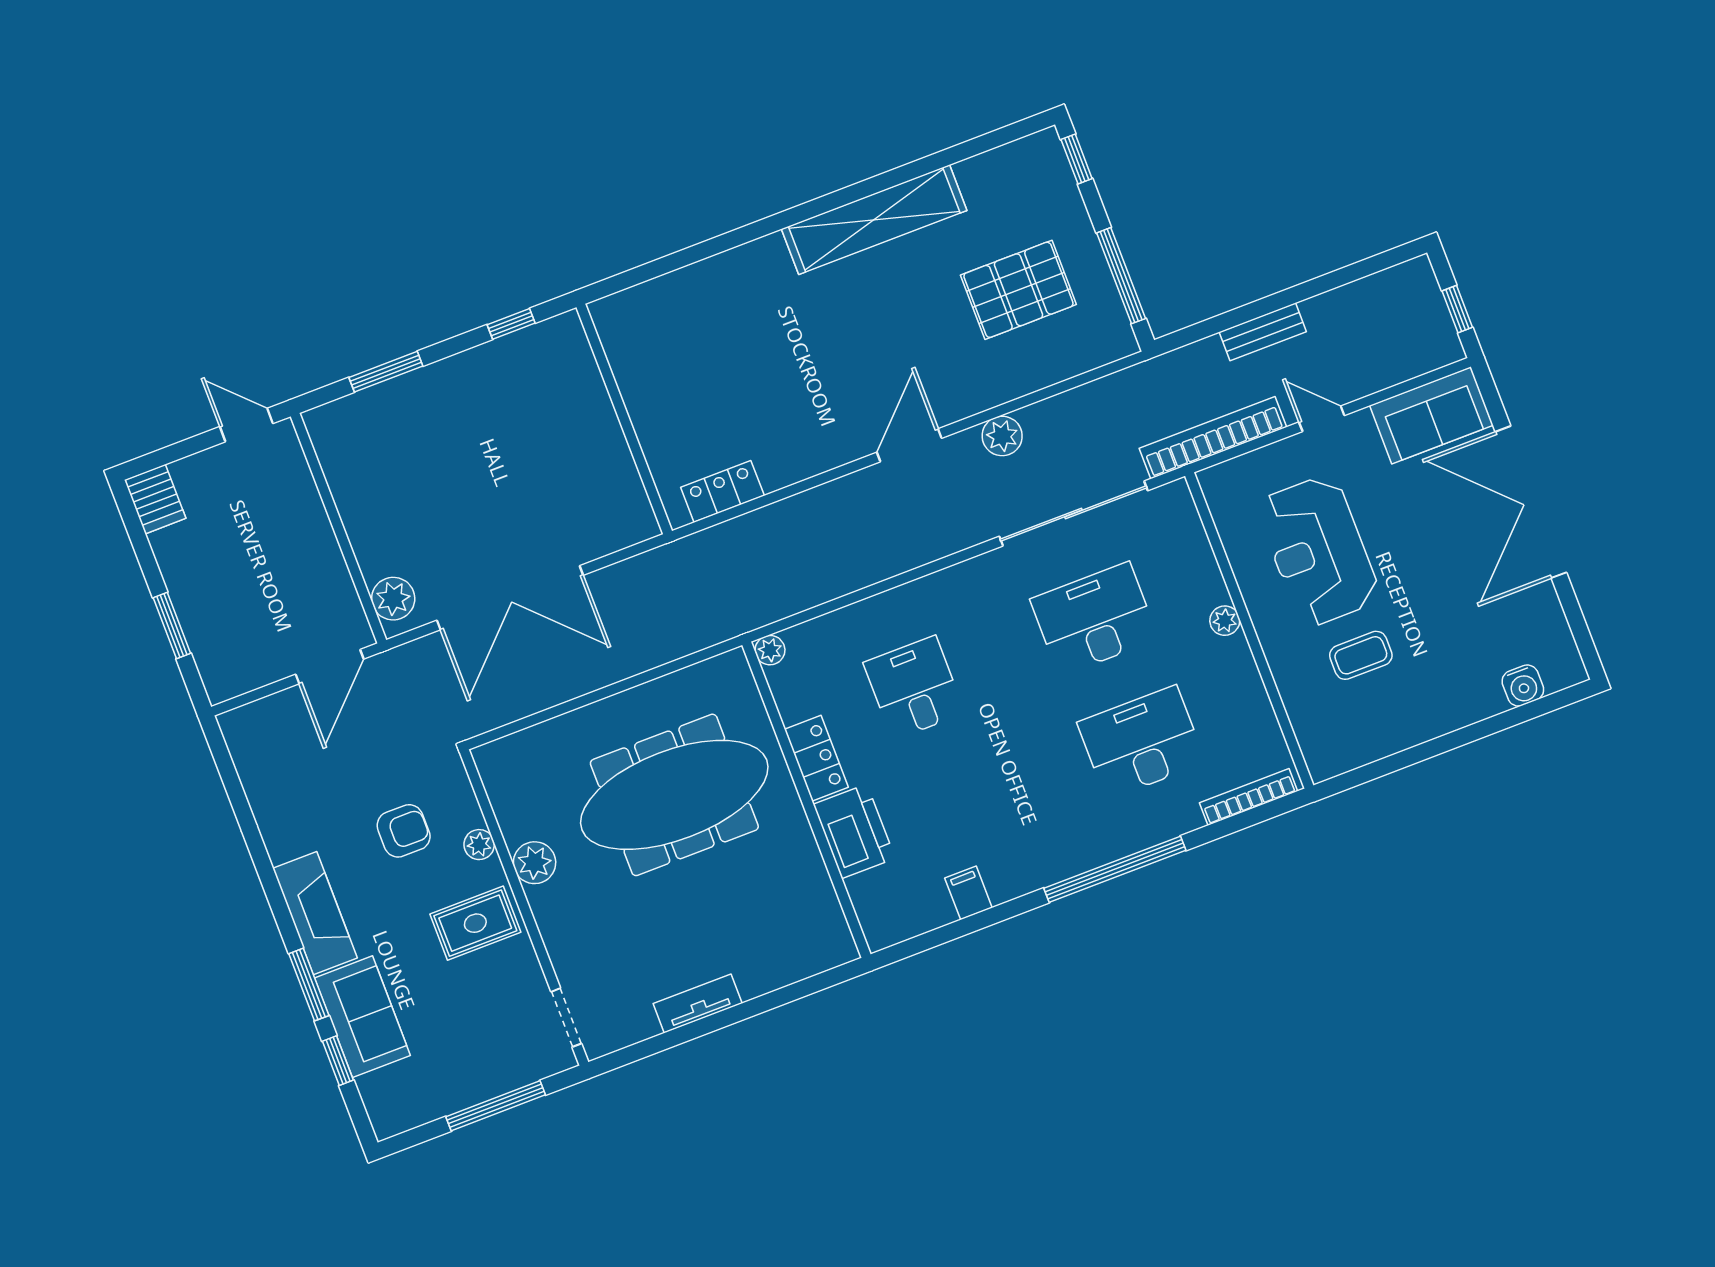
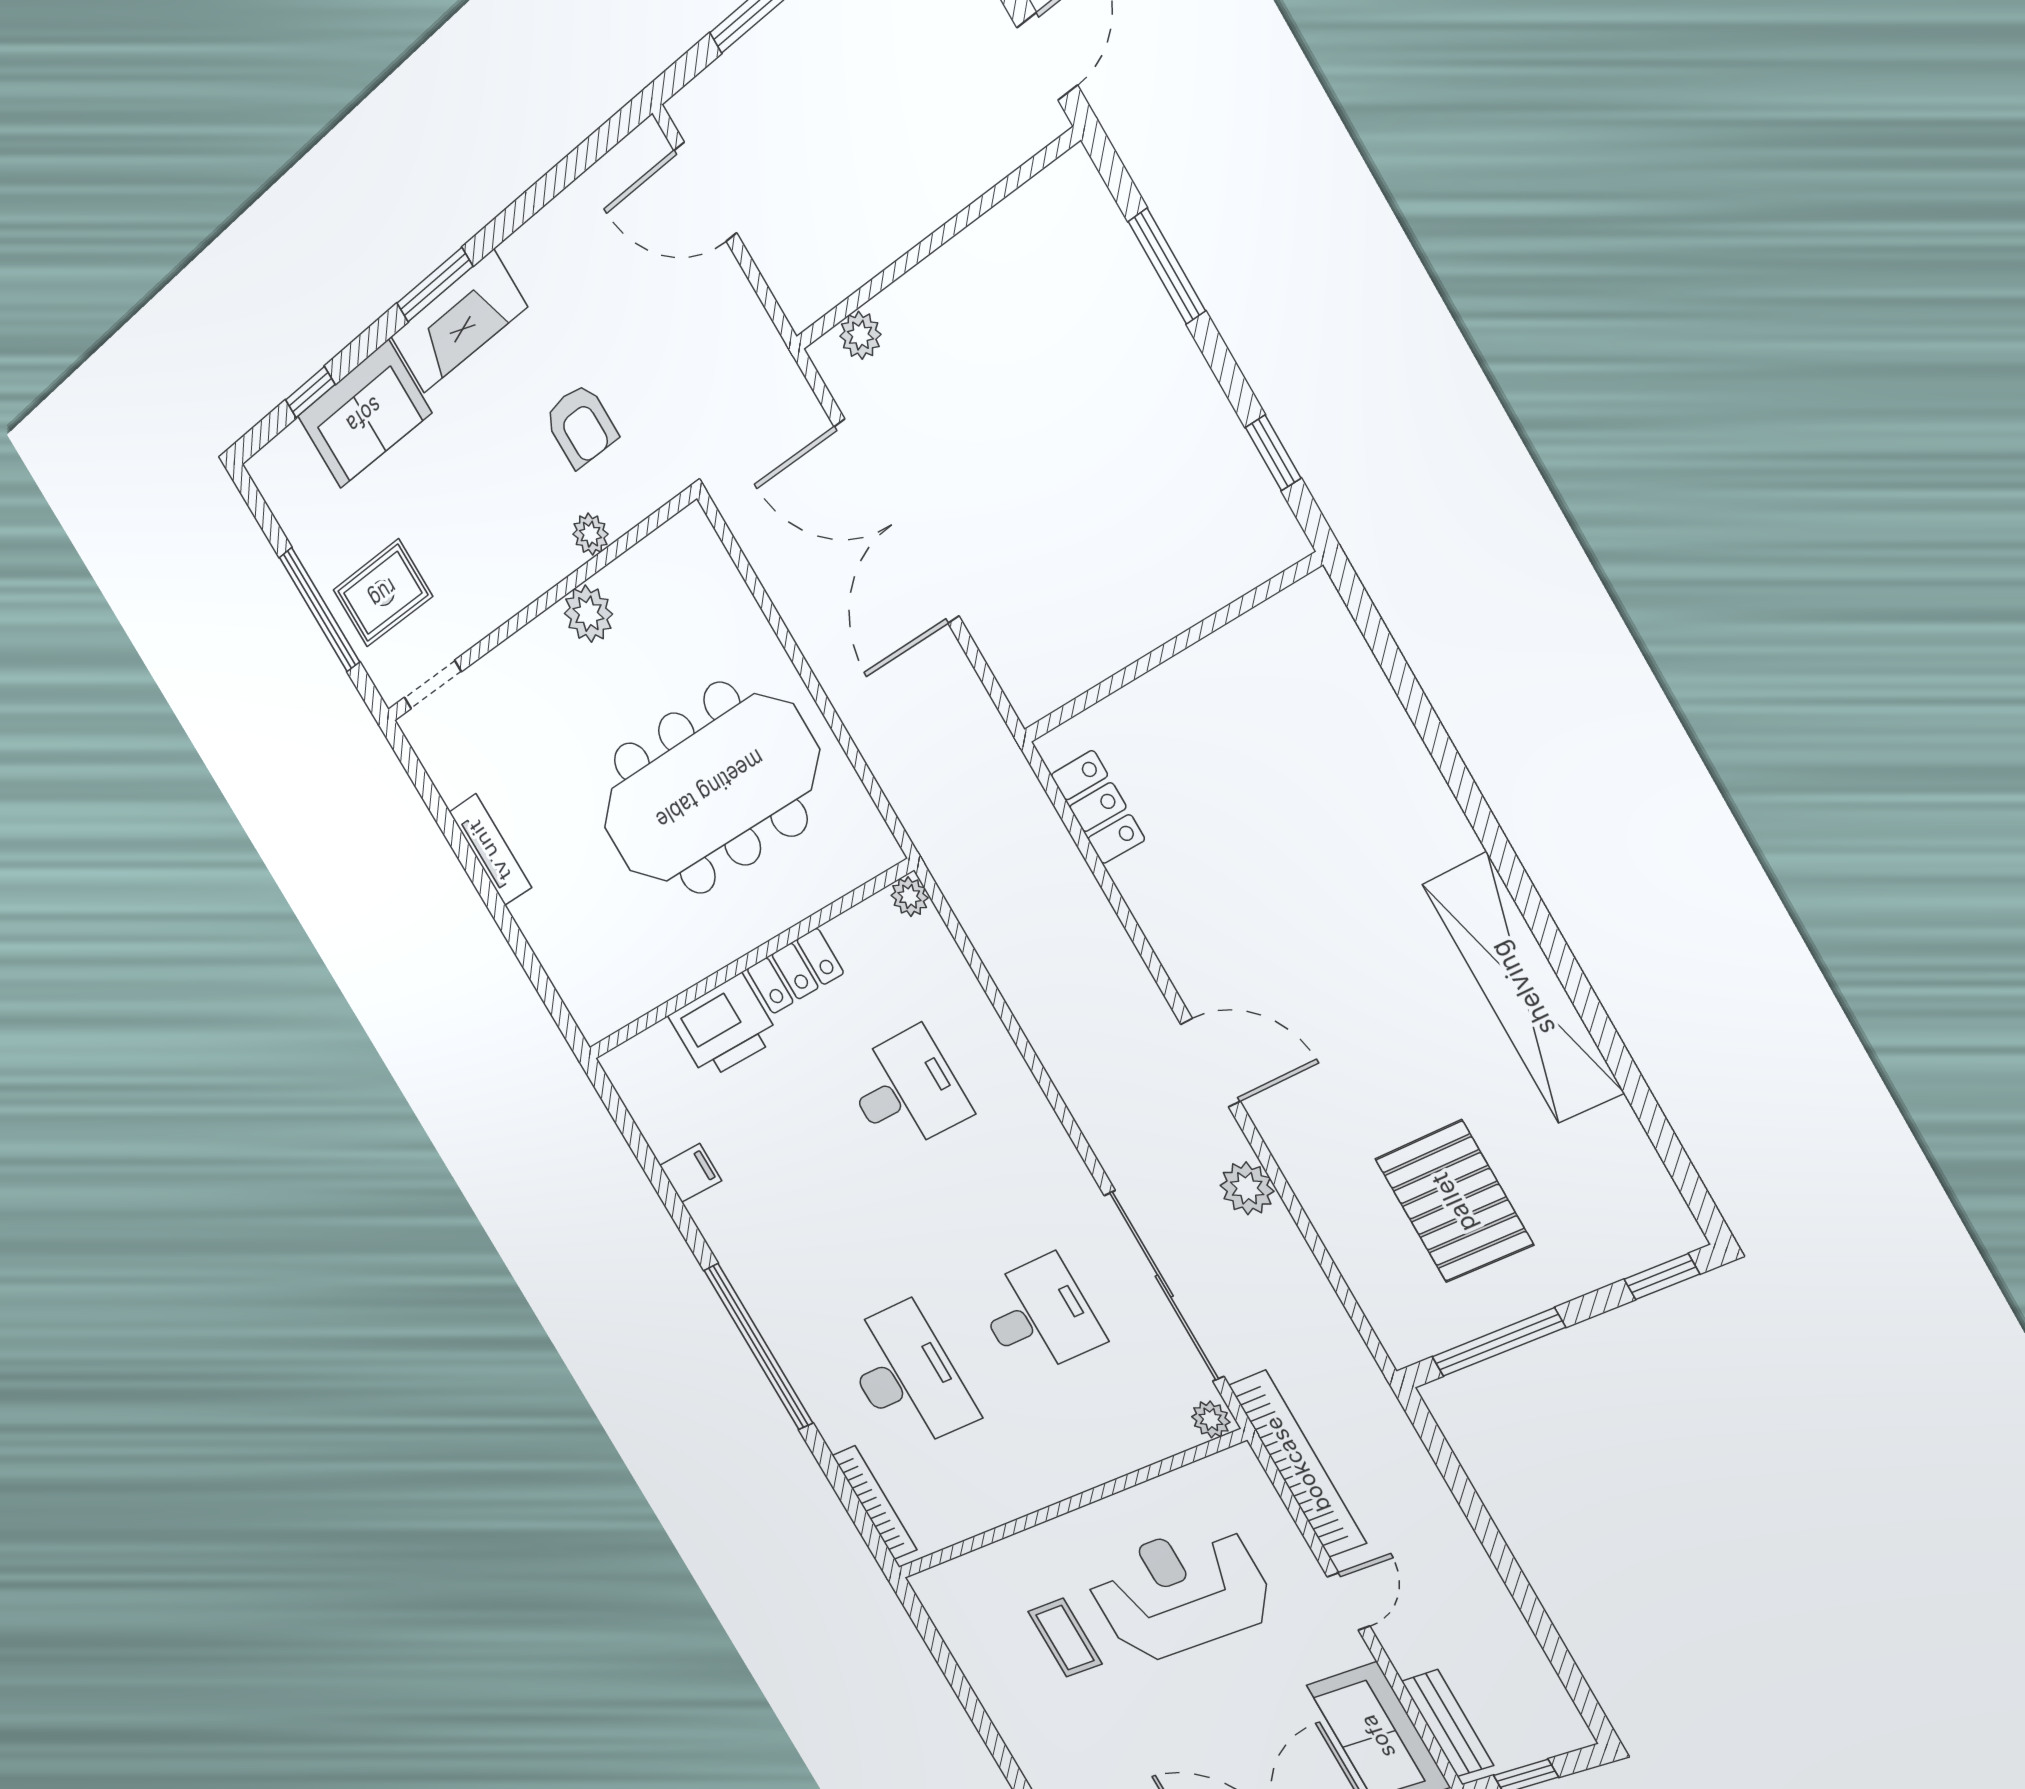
bench: (1263, 332) -> (1448, 1723), moved
plant: (393, 599) -> (860, 335), width x0.73, depth x0.73
desk: (1094, 619) -> (1039, 1316), width x0.73
plant: (1225, 621) -> (1211, 1419), moved
door: (330, 667) -> (705, 192), moved
meeting table: (674, 795) -> (710, 789), turned 90
rug: (475, 923) -> (383, 593), moved, turned 90
window: (309, 985) -> (435, 285), moved

